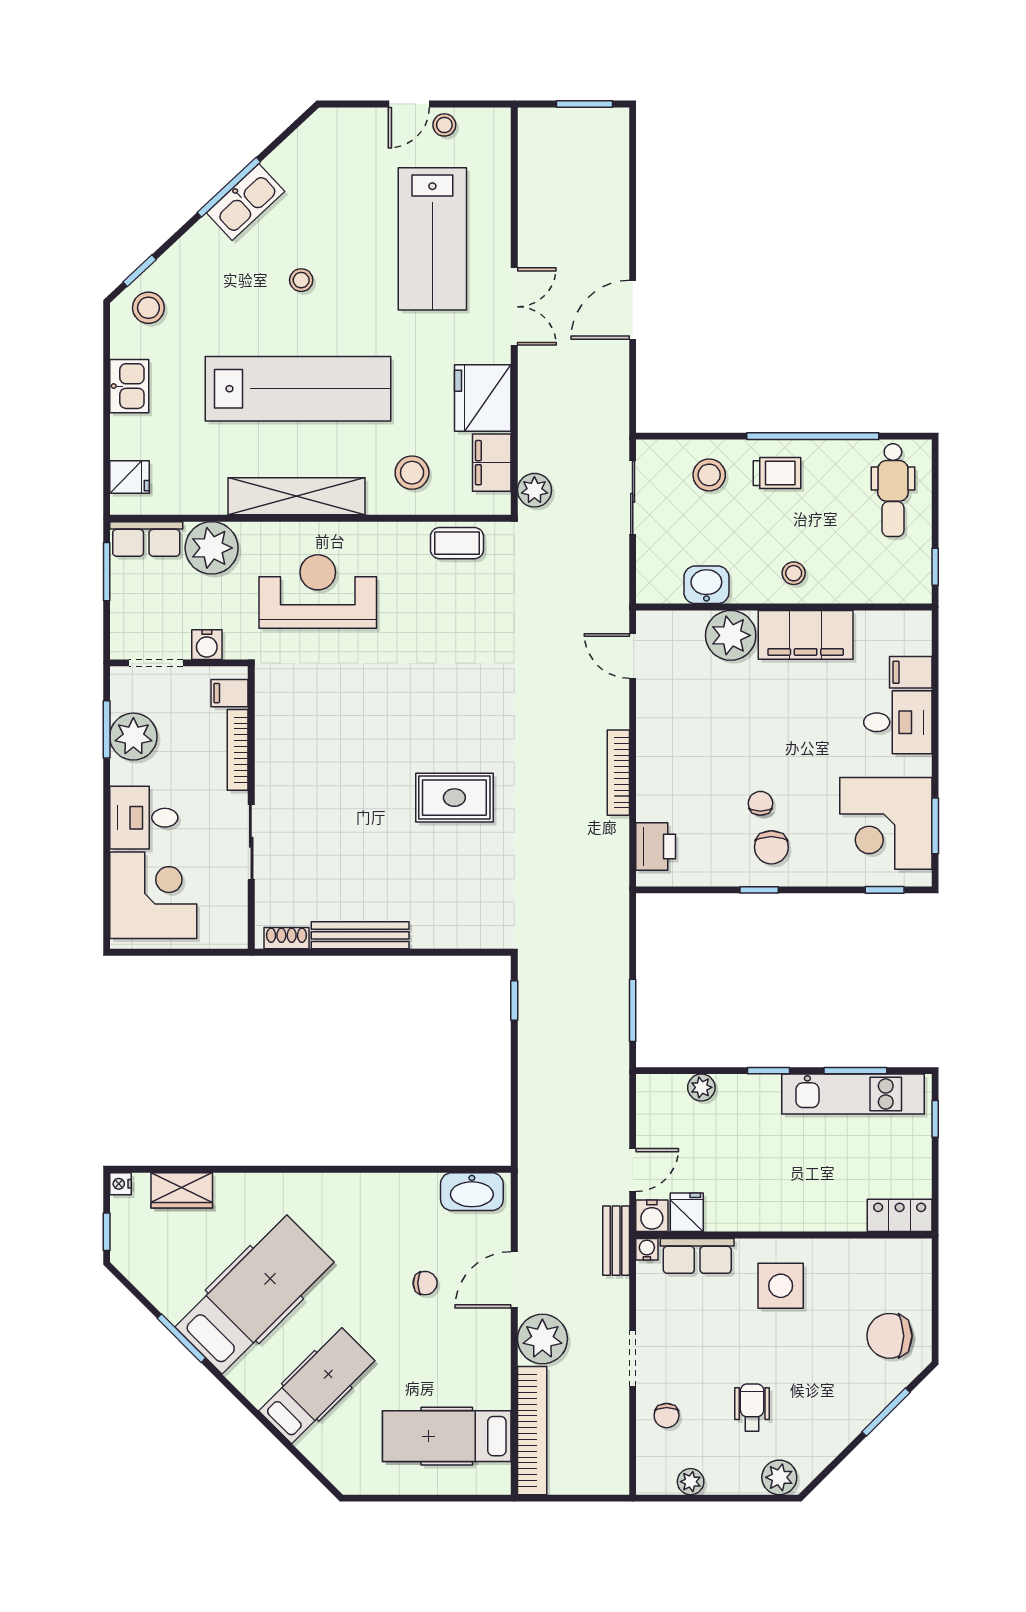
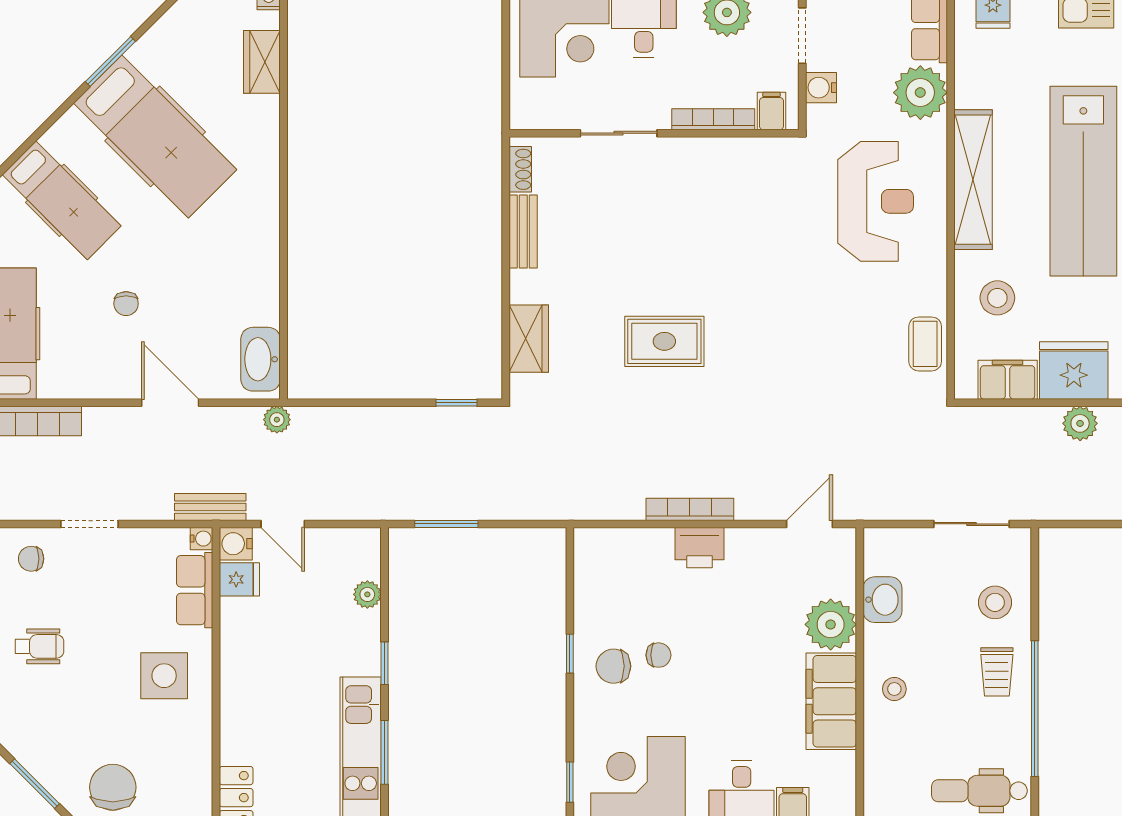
plant: (534, 490) -> (1080, 423), moved
rug: (454, 798) -> (664, 341), turned 90
printer: (656, 847) -> (699, 548), moved
wardrobe: (452, 930) -> (529, 339), added
bench: (360, 935) -> (523, 232), width x0.73
chair: (425, 1283) -> (126, 304), moved
plant: (542, 1339) -> (277, 420), moved, width x0.53, depth x0.53

